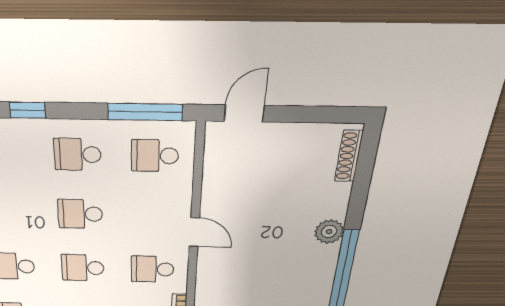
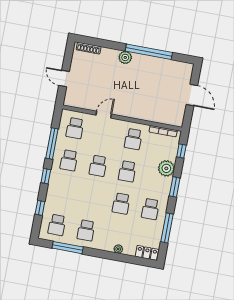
window: (145, 112) -> (52, 144), moved
door: (244, 113) -> (64, 79), moved
door: (194, 232) -> (104, 115), moved

